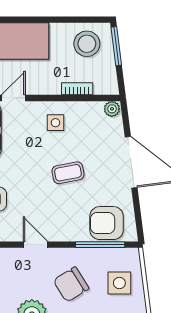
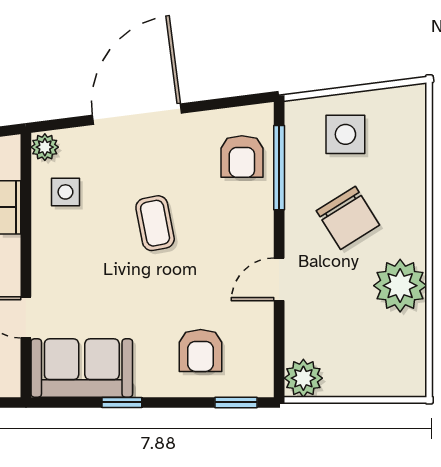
side table: (55, 123) -> (65, 192), moved
armchair: (107, 223) -> (242, 157), width x0.72, depth x0.72

